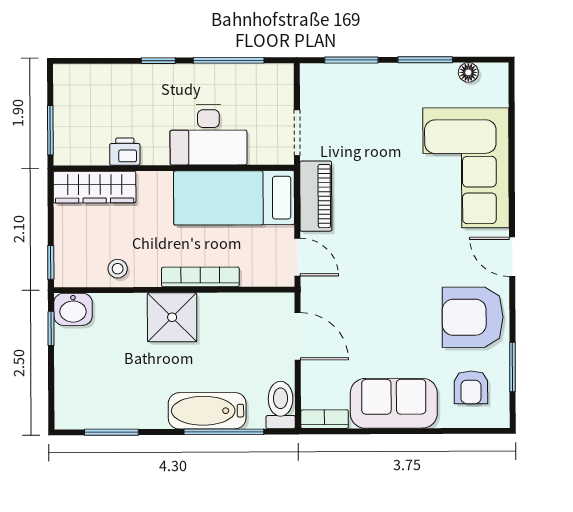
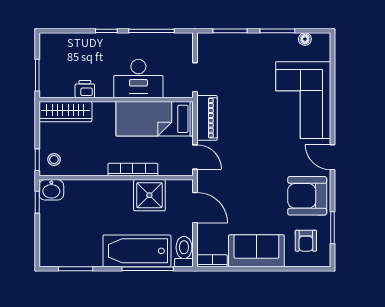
stool: (118, 269) -> (54, 160), moved
shower: (172, 317) -> (149, 195), moved
bathtub: (207, 411) -> (137, 251), width x1.36, depth x1.36

